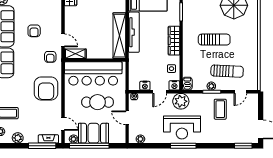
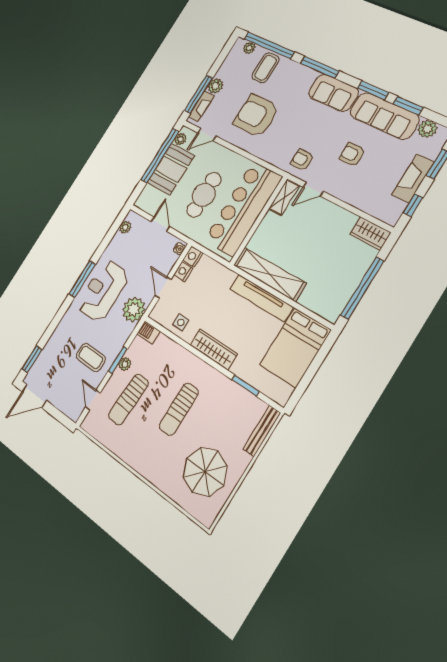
nightstand: (174, 85) -> (193, 257), moved
armchair: (46, 89) -> (256, 116), moved
door: (127, 118) -> (160, 224), hinge flipped
plant: (18, 138) -> (216, 86), moved

